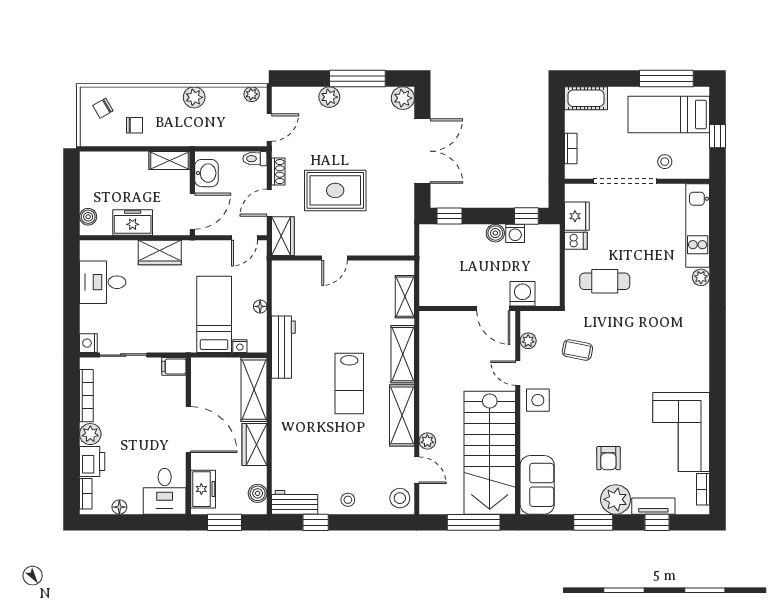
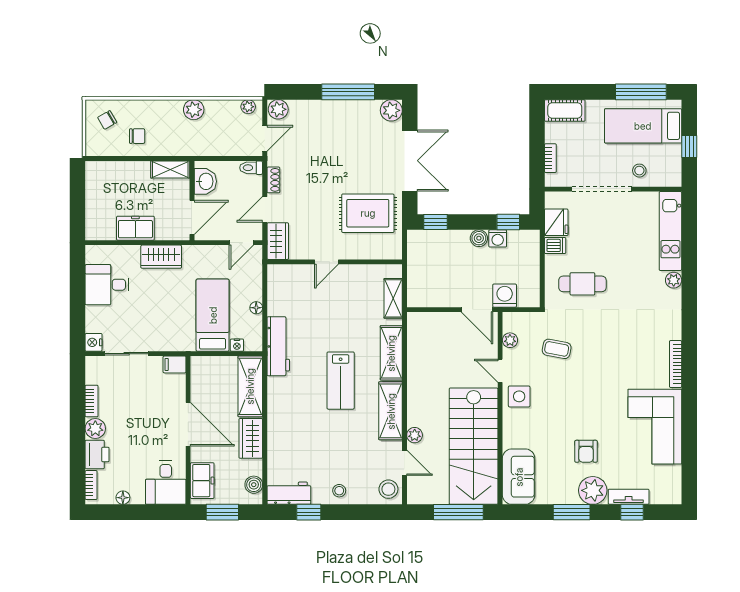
plant: (329, 97) -> (278, 109), moved
rug: (335, 190) -> (368, 213), moved
boiler: (88, 217) -> (93, 223), removed
bookcase: (86, 396) -> (92, 401), width x0.64
bookcase: (703, 489) -> (676, 364), moved, width x1.56

